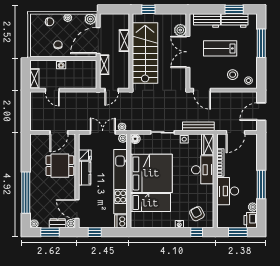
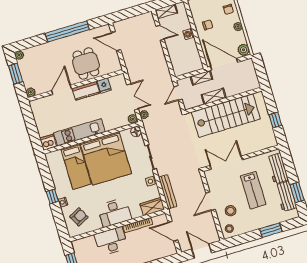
window: (148, 9) -> (275, 120), moved
plant: (180, 30) -> (260, 144), removed
shelving: (124, 41) -> (214, 96), moved
window: (261, 43) -> (271, 230), width x0.69
lab bench: (220, 48) -> (253, 190), turned 180
double door: (188, 52) -> (226, 163), moved
door: (52, 90) -> (160, 33), swing flipped
door: (112, 90) -> (178, 93), hinge flipped
door: (202, 90) -> (211, 201), moved
door: (59, 132) -> (116, 41), moved
desk: (203, 170) -> (114, 213), moved
kitchen unit: (120, 182) -> (79, 132), width x0.73
window: (26, 193) -> (67, 31), moved
door: (77, 209) -> (62, 90), moved
dresser: (58, 223) -> (27, 79), removed
window: (95, 232) -> (29, 119), removed
window: (197, 232) -> (52, 196), moved

